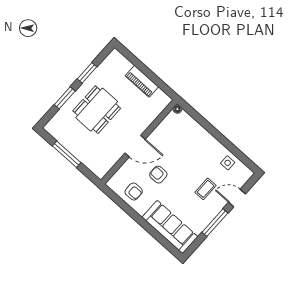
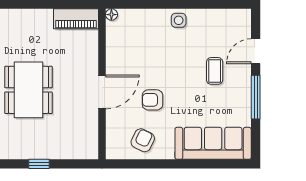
piano: (142, 81) -> (76, 19), moved
window: (67, 154) -> (39, 164), width x0.46
side table: (228, 163) -> (179, 20), moved
armchair: (134, 192) -> (143, 140), turned -64

